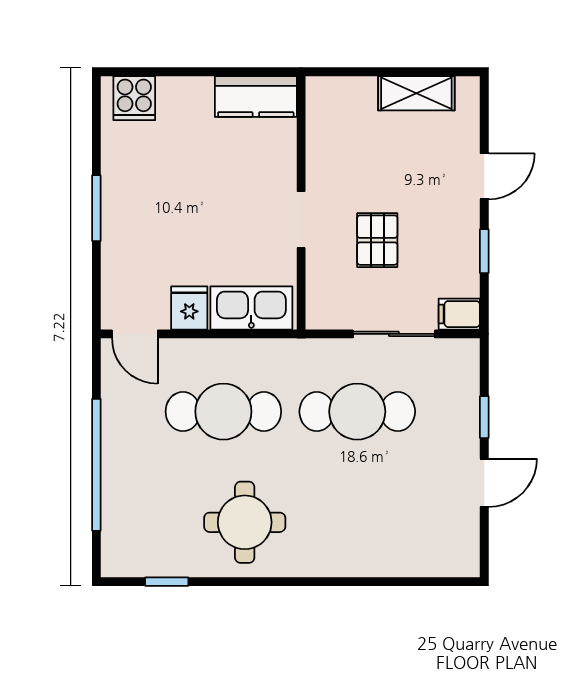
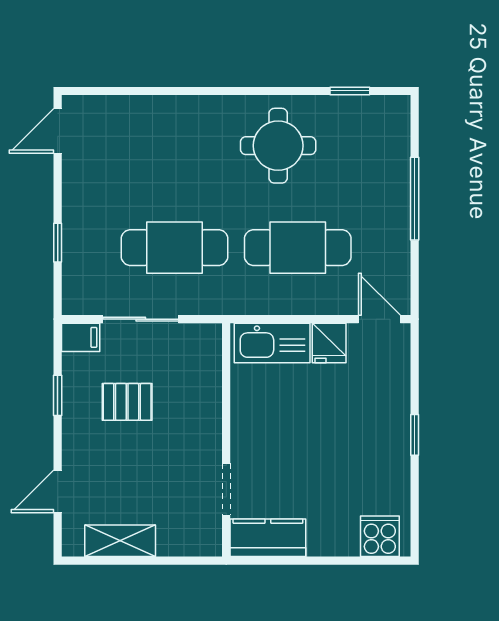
door: (484, 176) -> (58, 491), moved
window: (96, 208) -> (415, 435), width x0.67
doorway: (301, 220) -> (226, 489), moved
pallet: (377, 240) -> (127, 402), moved, turned 90
window: (96, 465) -> (415, 199), width x0.68
door: (484, 483) -> (58, 131), moved

